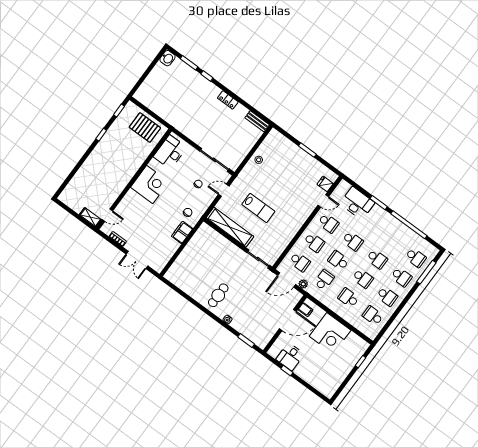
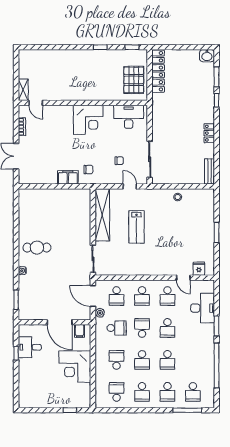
locker: (152, 104) -> (158, 71), added

